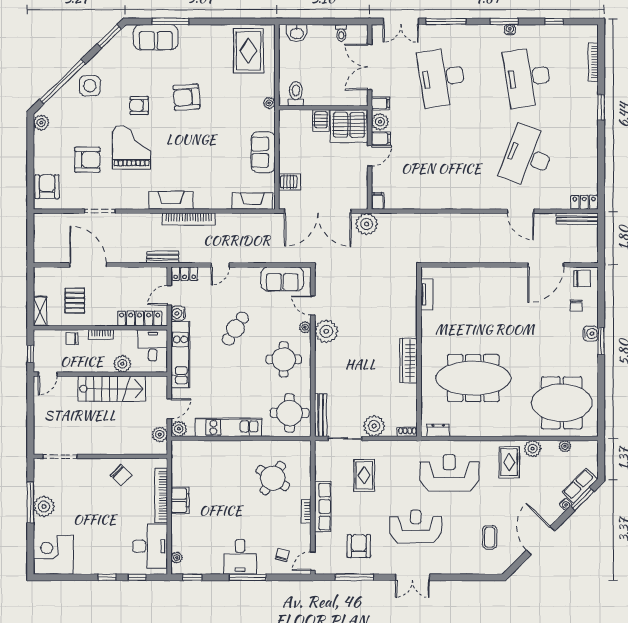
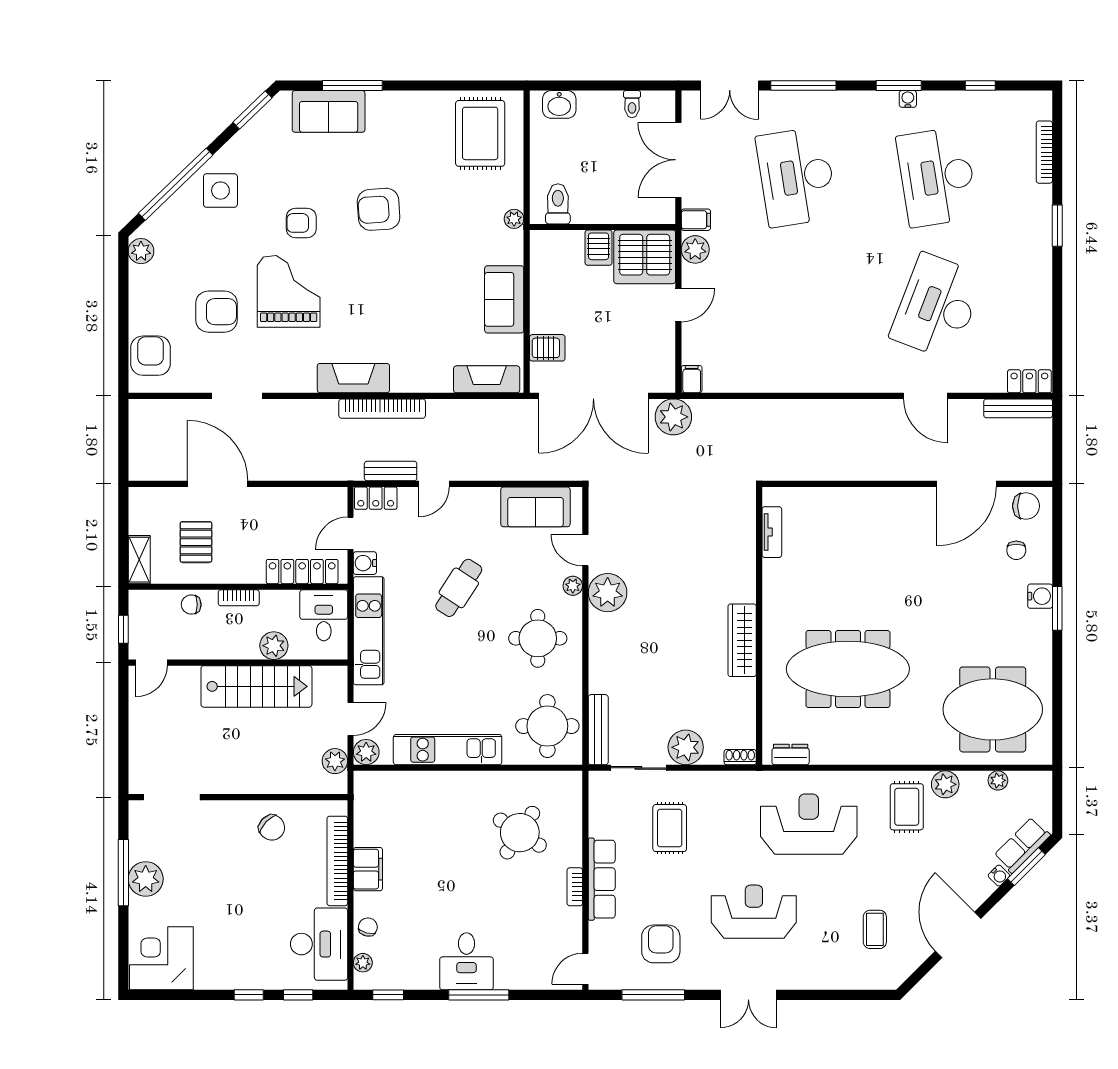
filing cabinet: (381, 138) -> (697, 277), removed
bench: (163, 257) -> (391, 471), moved
chair: (282, 555) -> (368, 927), moved

